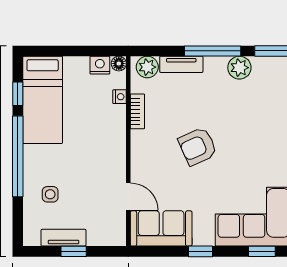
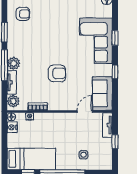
plant: (239, 68) -> (14, 63), moved
armchair: (198, 146) -> (57, 73), turned -66
tv unit: (64, 238) -> (107, 125), moved

